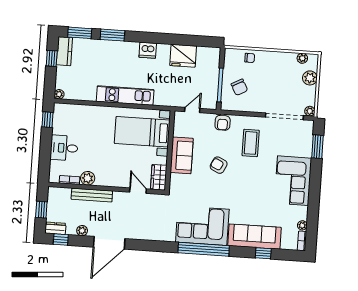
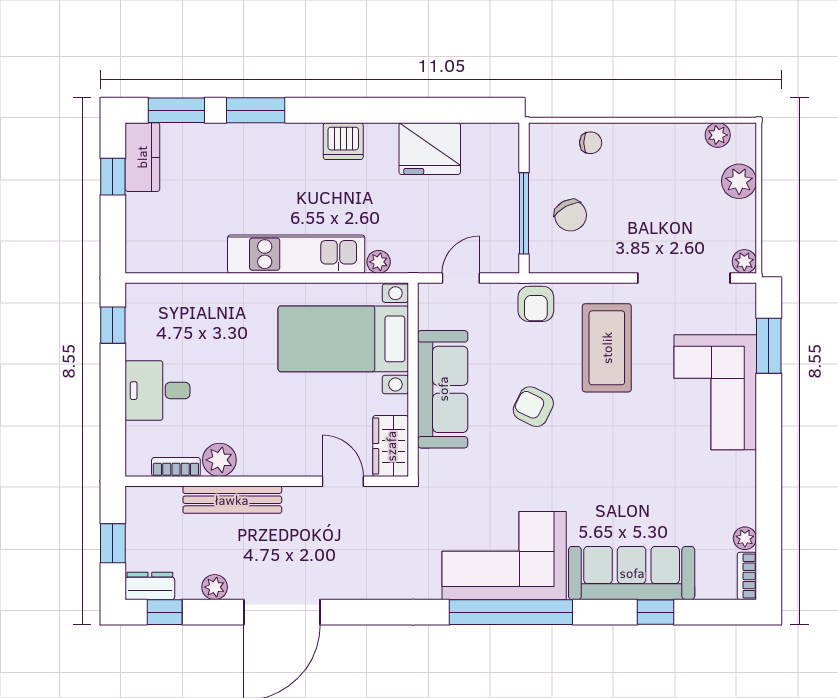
plant: (59, 94) -> (379, 262), moved
coffee table: (251, 143) -> (607, 348), width x1.36, depth x1.32
sofa: (182, 155) -> (443, 389), width x1.36
corner sofa: (293, 181) -> (715, 392), moved

